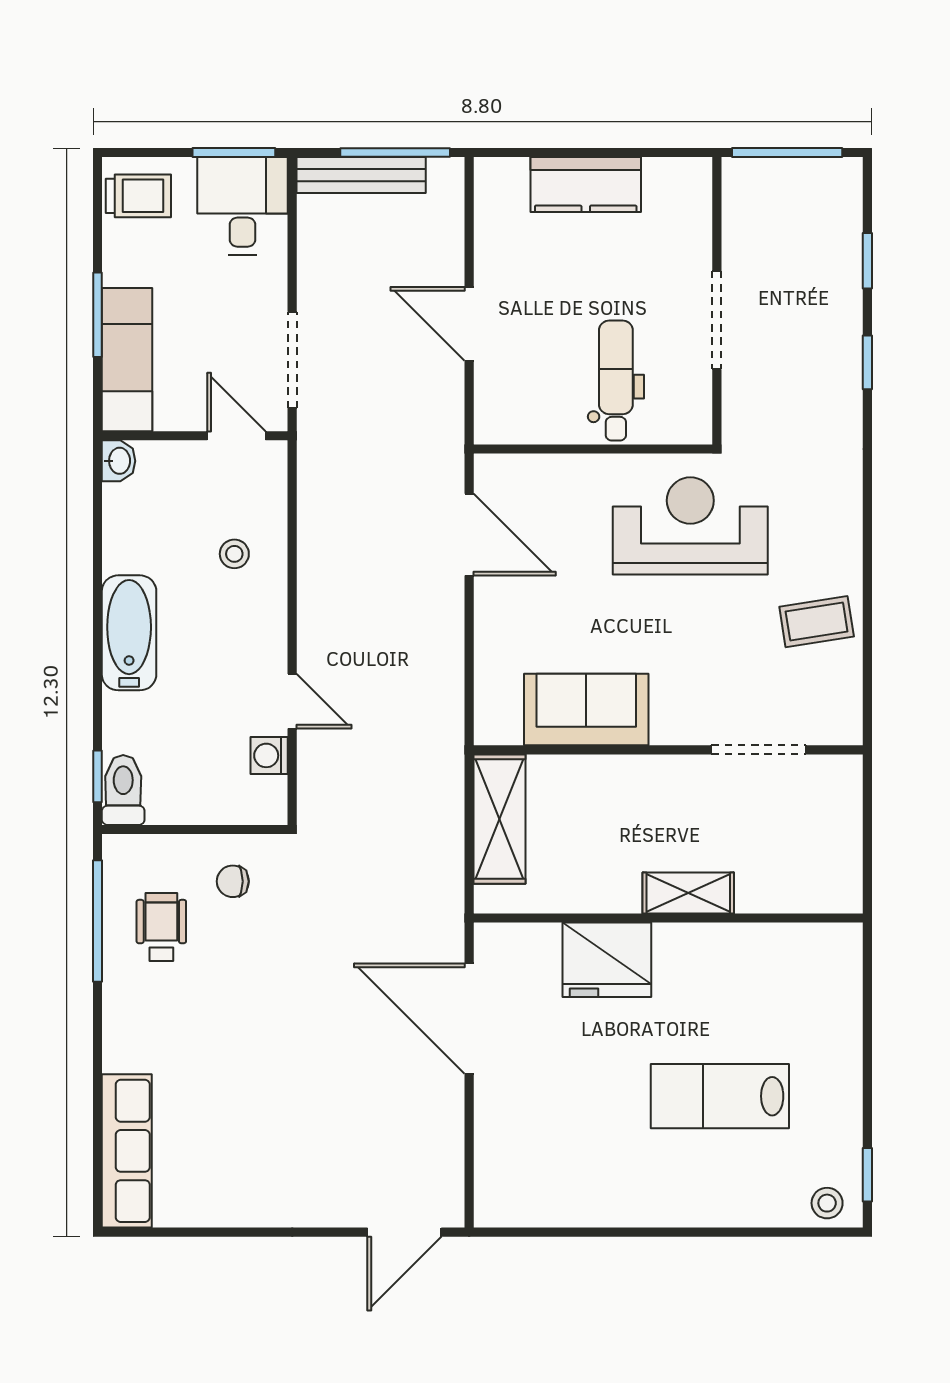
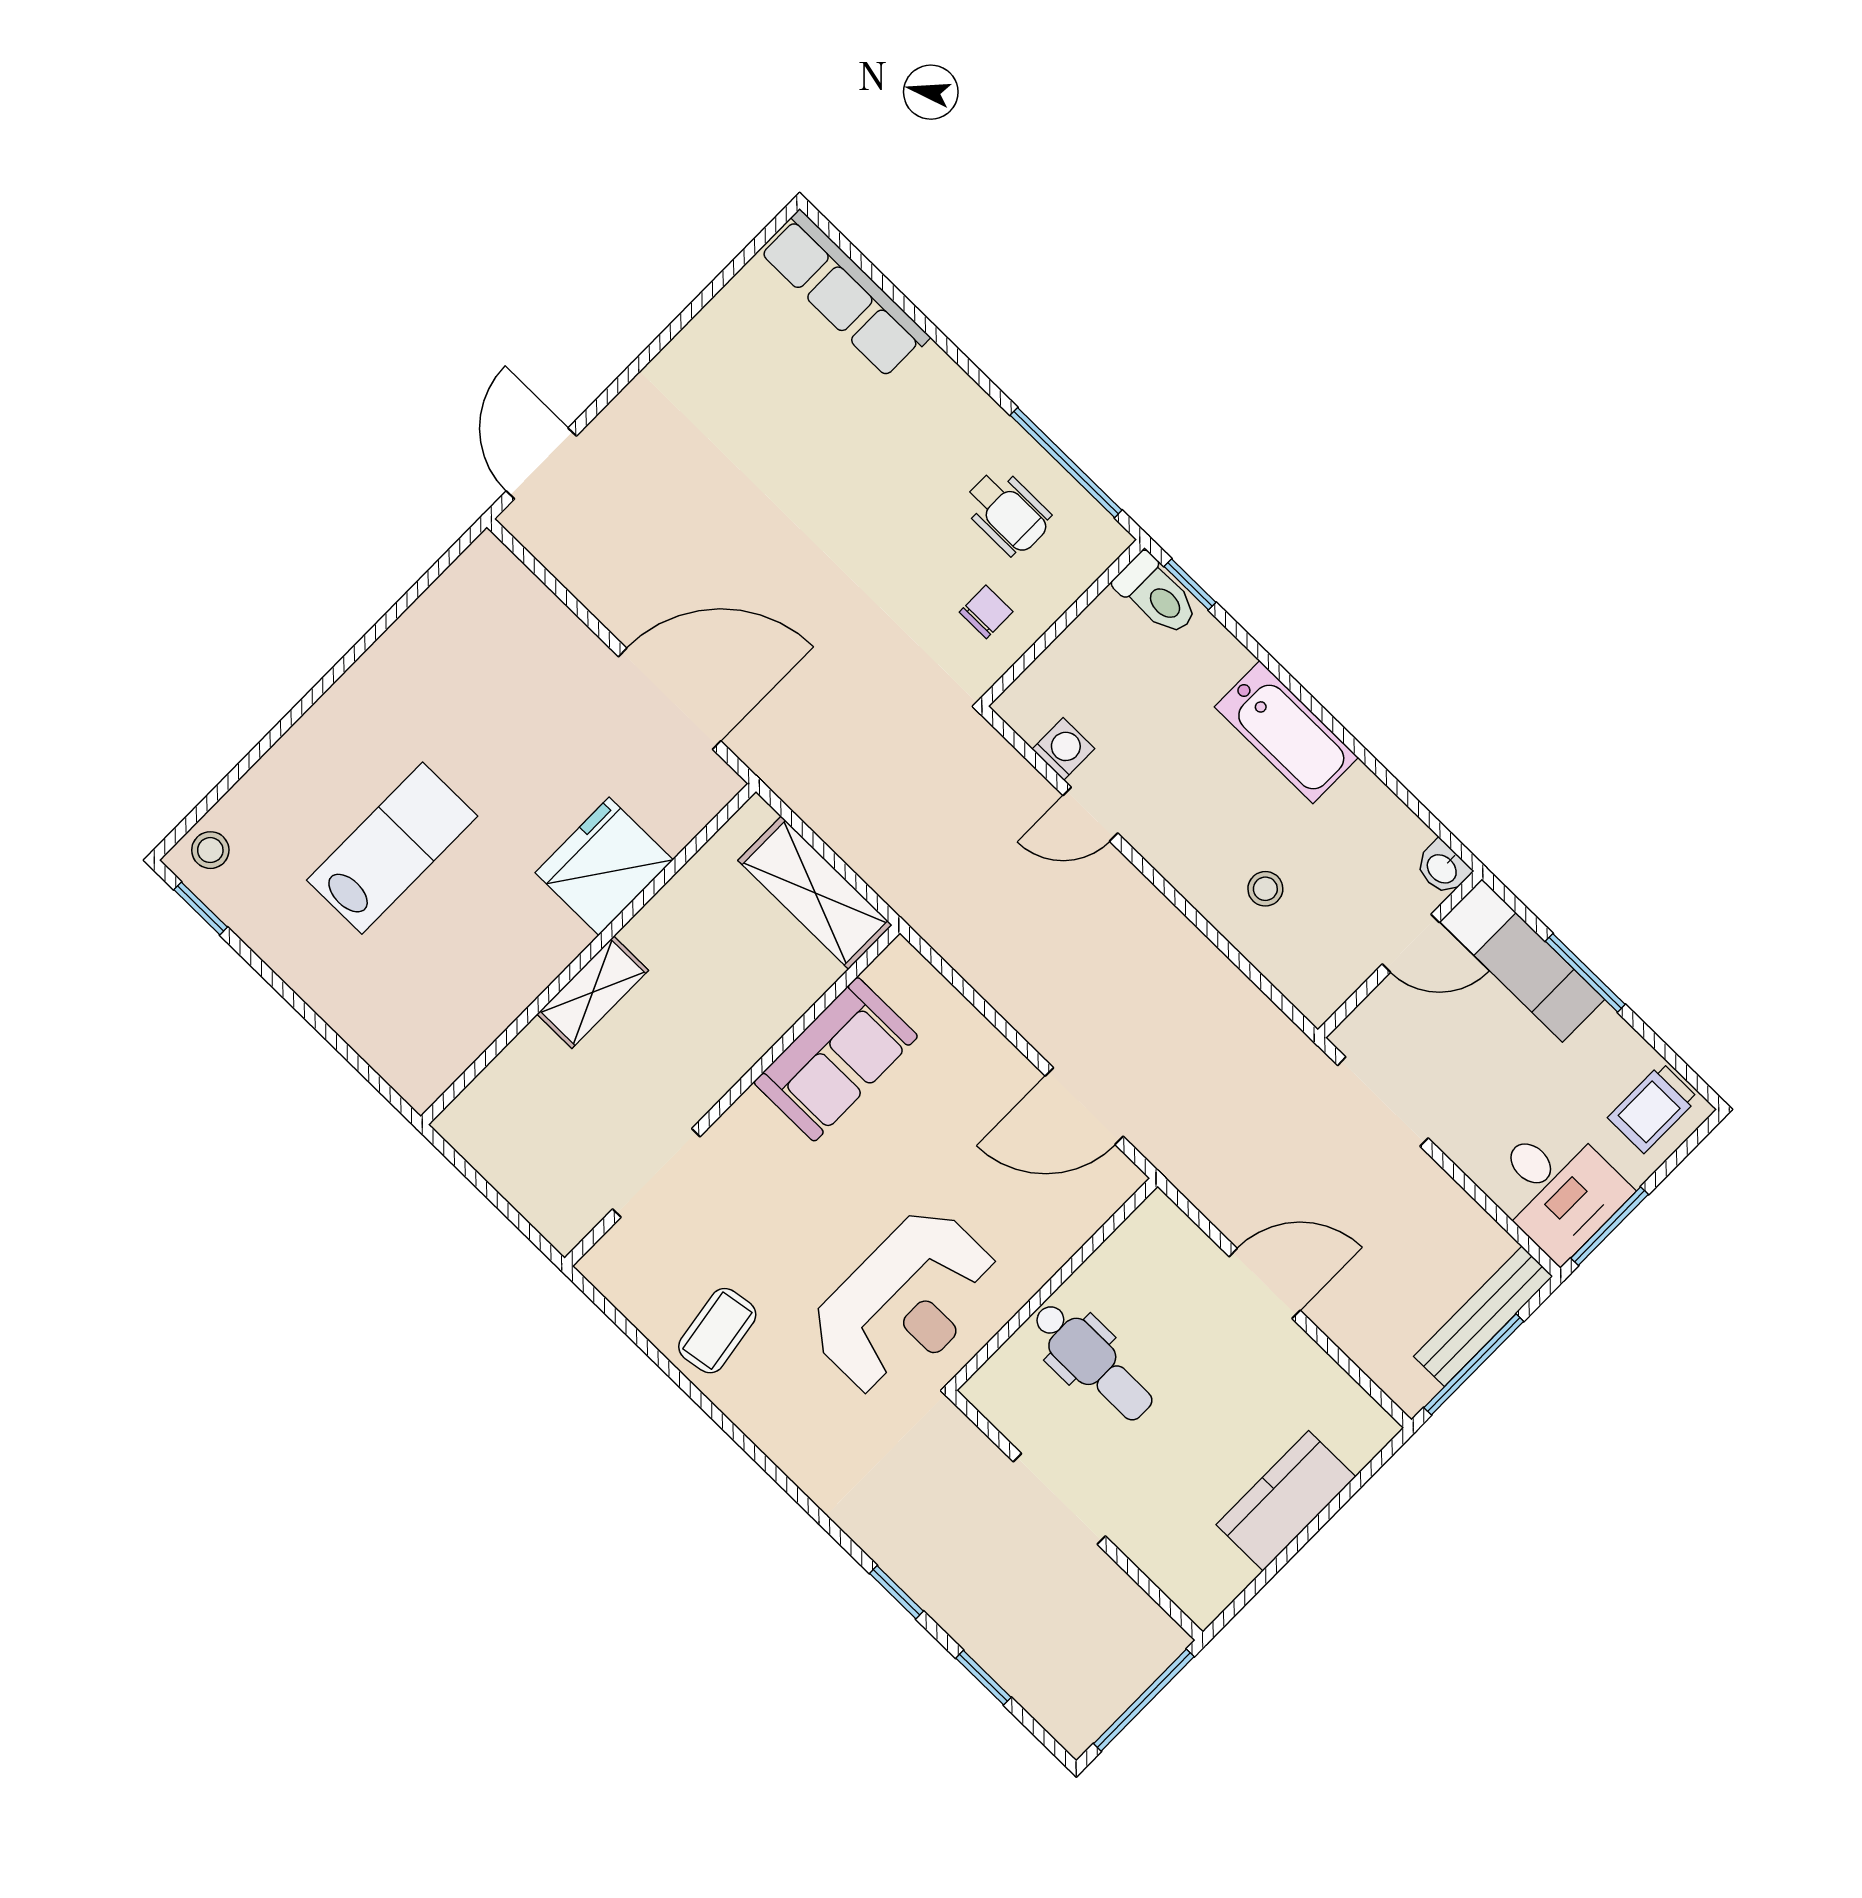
door: (236, 436) -> (1411, 943), moved

